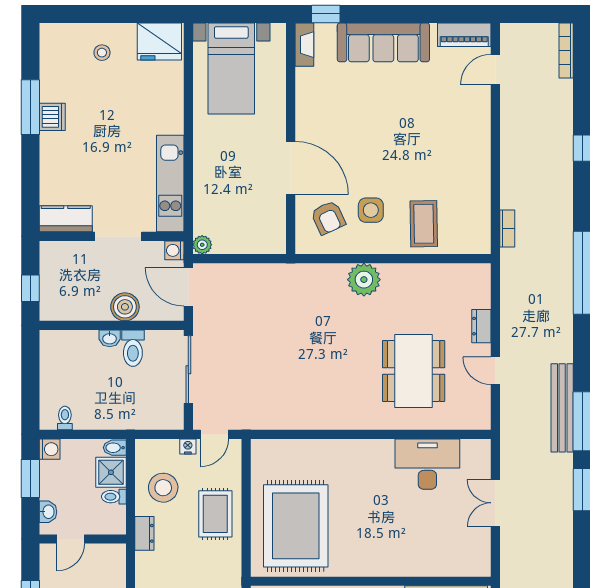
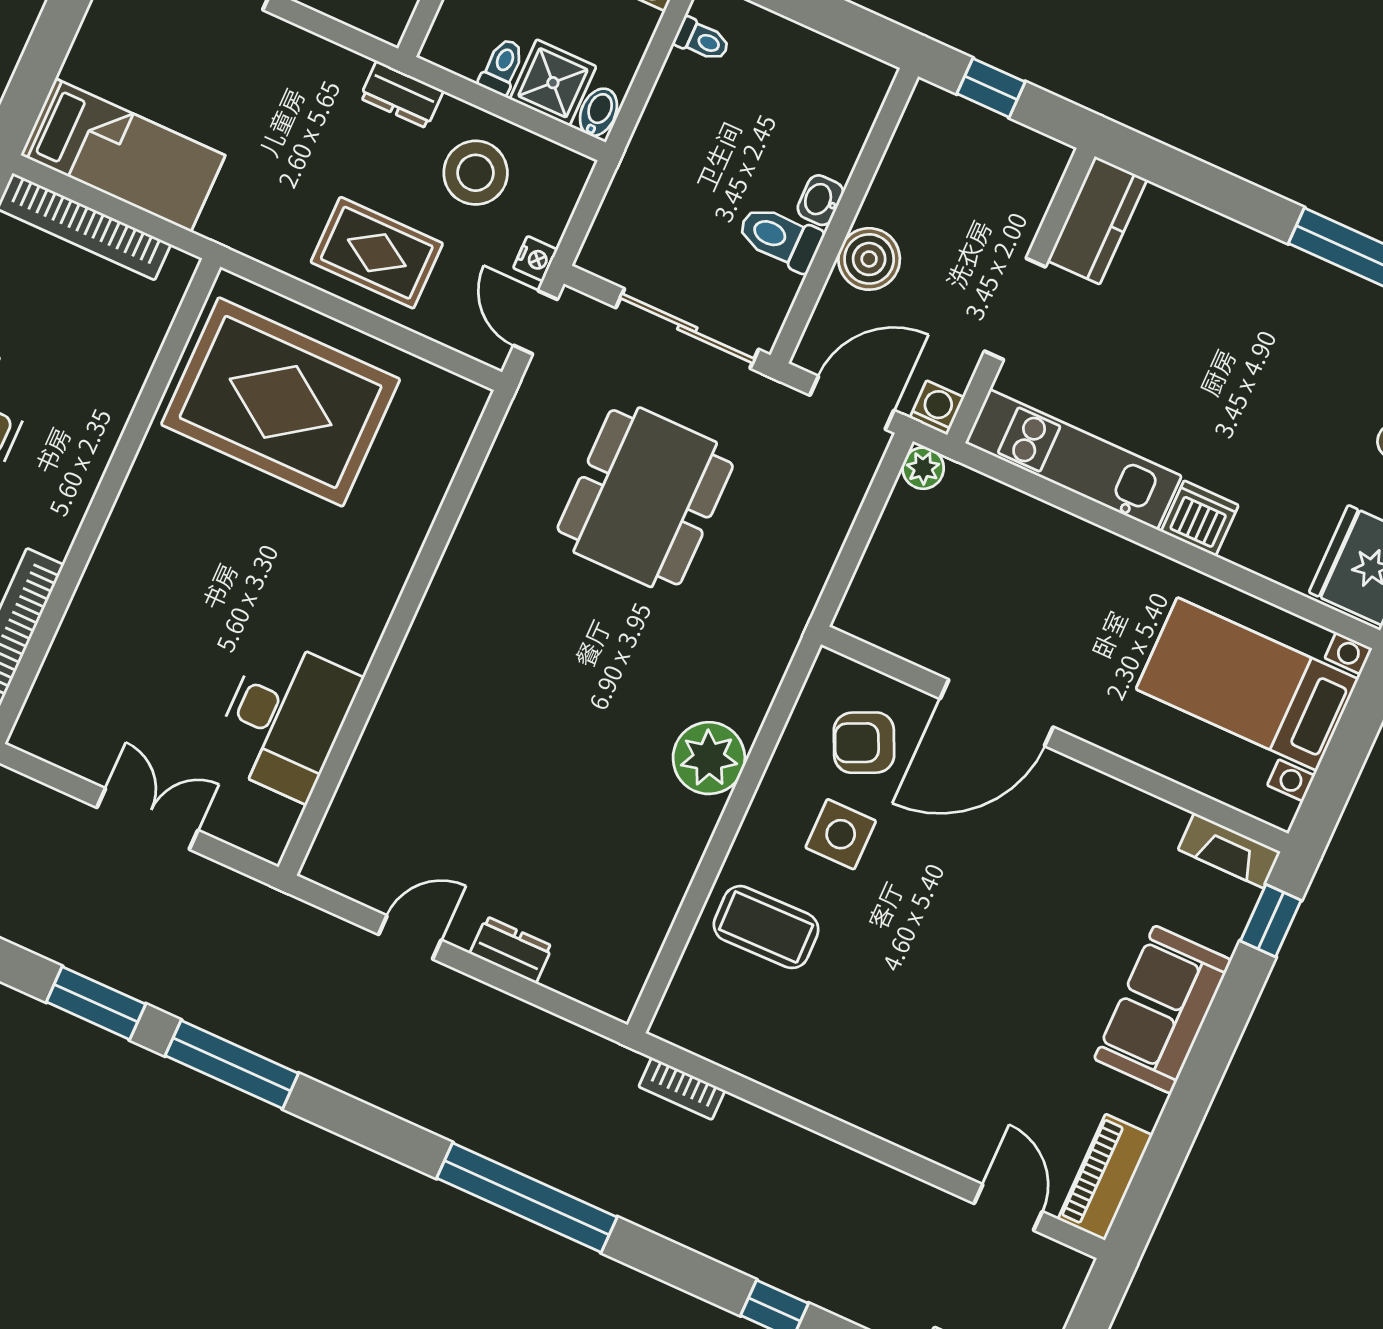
sofa: (383, 42) -> (1163, 1009), width x0.73
dishwasher: (52, 117) -> (1200, 518), moved, turned 180
dining table: (414, 371) -> (645, 497), moved, turned 90
bench: (562, 408) -> (276, 1037), removed

